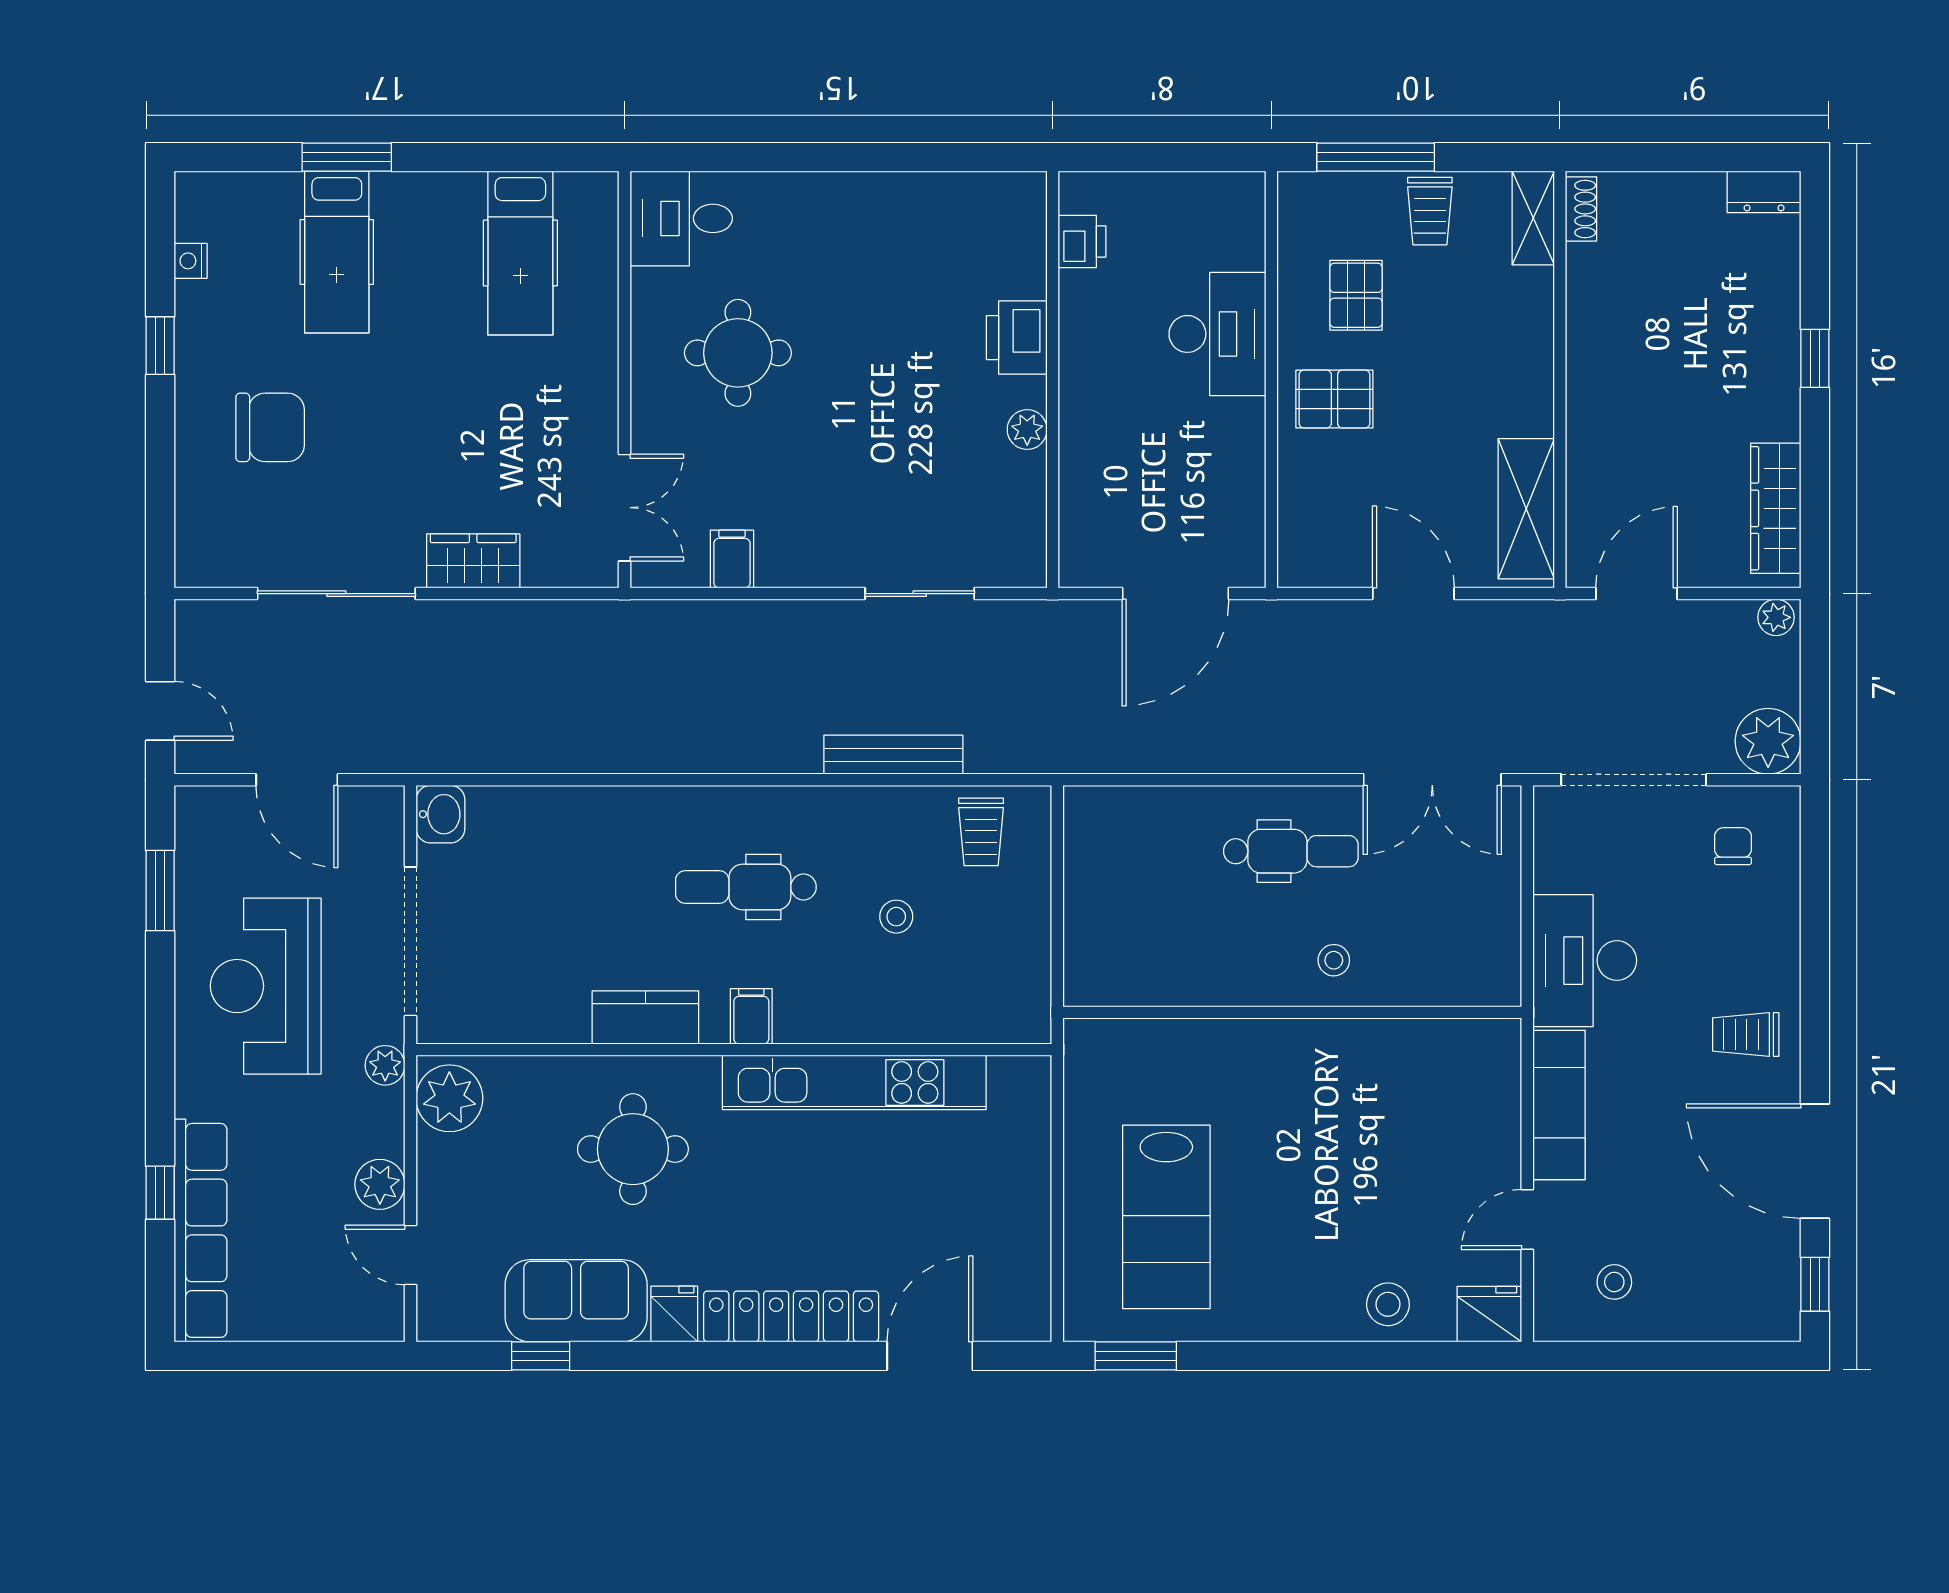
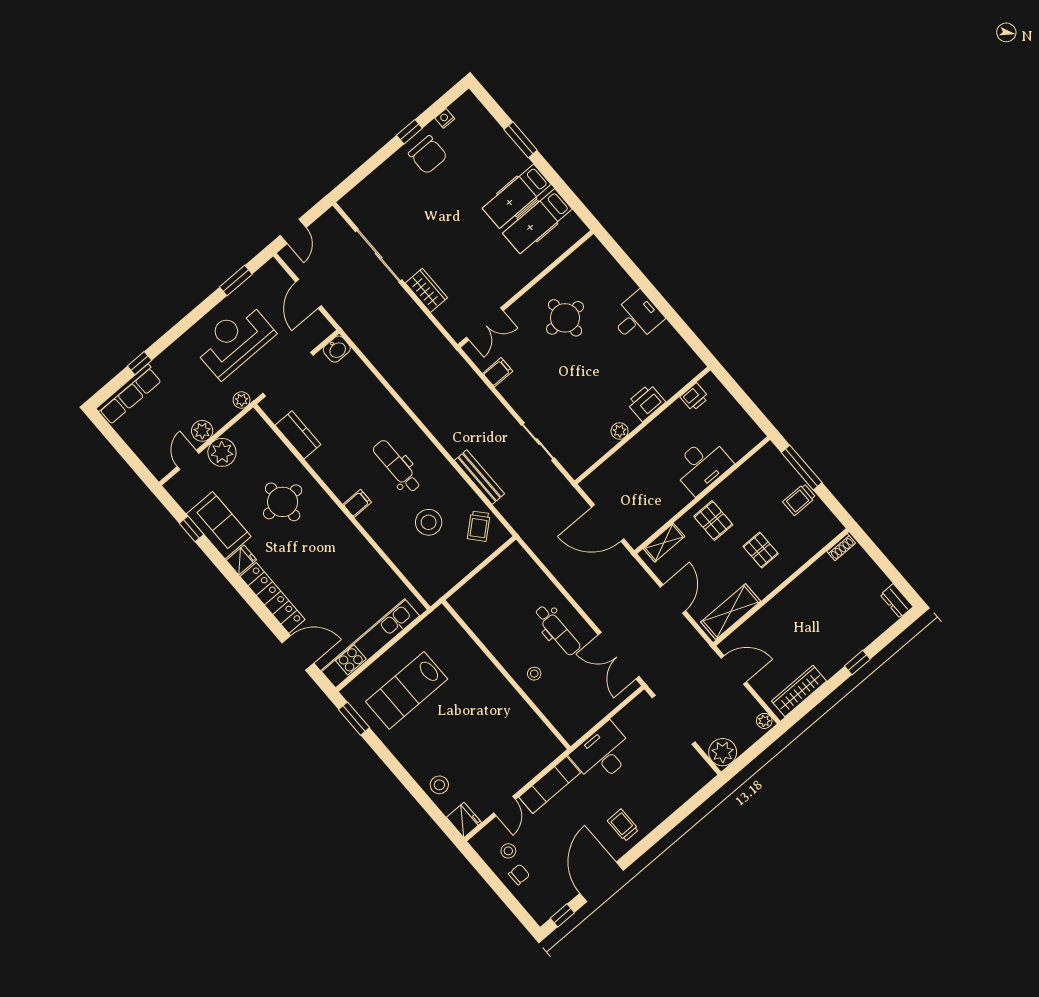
desk: (681, 218) -> (637, 317), moved, turned 90
shelving: (1533, 218) -> (664, 543), moved
hospital bed: (337, 252) -> (517, 196), moved
pallet: (1356, 295) -> (761, 550), moved, turned 90
chair: (270, 427) -> (428, 155), moved
trolley: (981, 832) -> (479, 526), turned -41
chair: (1733, 846) -> (519, 874), moved
stool: (896, 917) -> (429, 522), width x1.89, depth x1.89
kitchen counter: (645, 1017) -> (298, 435), moved
kitchen unit: (854, 1082) -> (370, 643), moved, turned 90
plant: (449, 1098) -> (222, 452), moved
door: (1527, 1220) -> (504, 806), swing flipped
row of seats: (200, 1230) -> (129, 394), width x0.73

